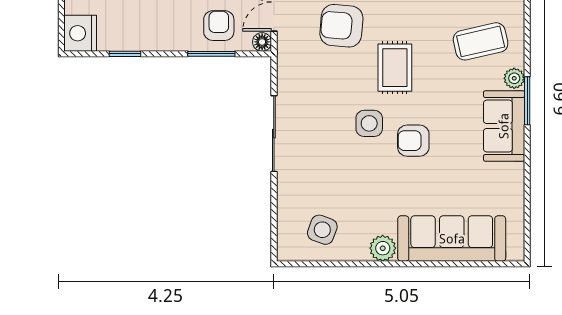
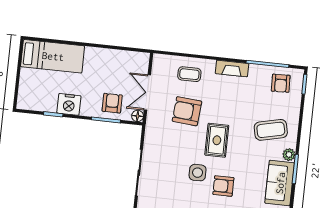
nightstand: (80, 33) -> (69, 104), moved, turned -90

